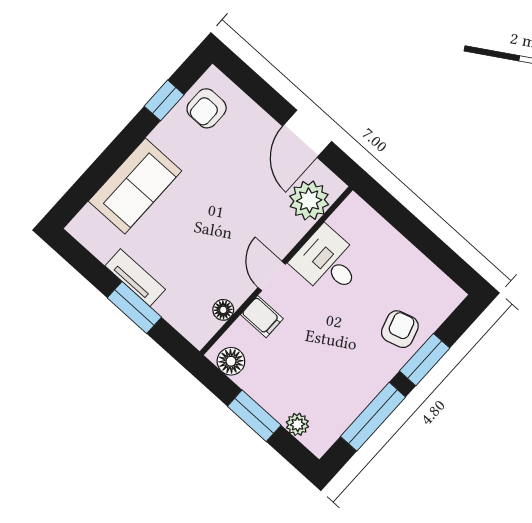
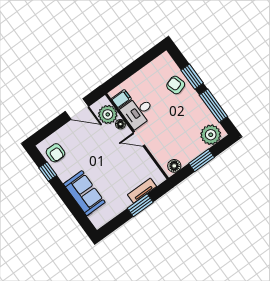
tv unit: (135, 278) -> (142, 191), moved
floor lamp: (223, 310) -> (120, 124), moved
filing cabinet: (262, 317) -> (121, 99), moved
plant: (297, 424) -> (211, 135), width x1.88, depth x1.88

